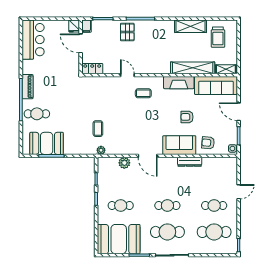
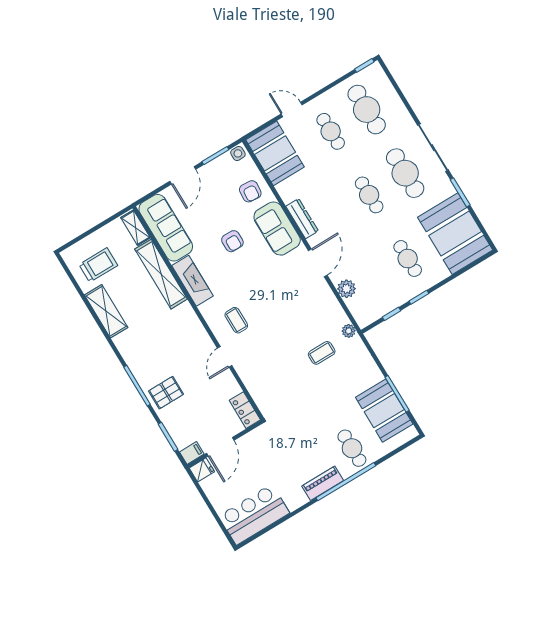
dresser: (190, 162) -> (302, 219), moved
booth: (220, 168) -> (275, 153), added

